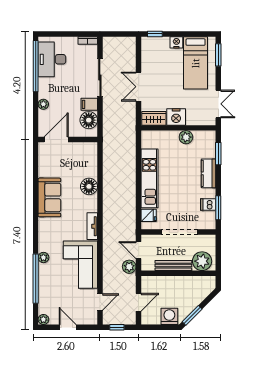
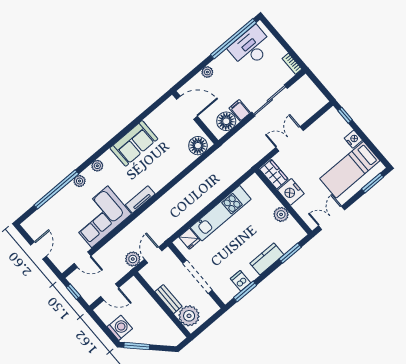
double door: (218, 104) -> (332, 218), swing flipped
floor lamp: (89, 186) -> (198, 146), moved
bench: (173, 266) -> (168, 299), width x0.73
plant: (43, 319) -> (97, 166), moved

